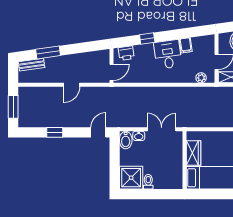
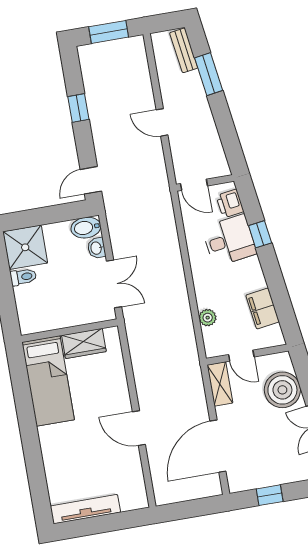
filing cabinet: (186, 45) -> (263, 308), width x2.00
desk: (168, 54) -> (229, 240), moved
plant: (201, 78) -> (208, 318), moved
door: (98, 132) -> (91, 180), swing flipped

